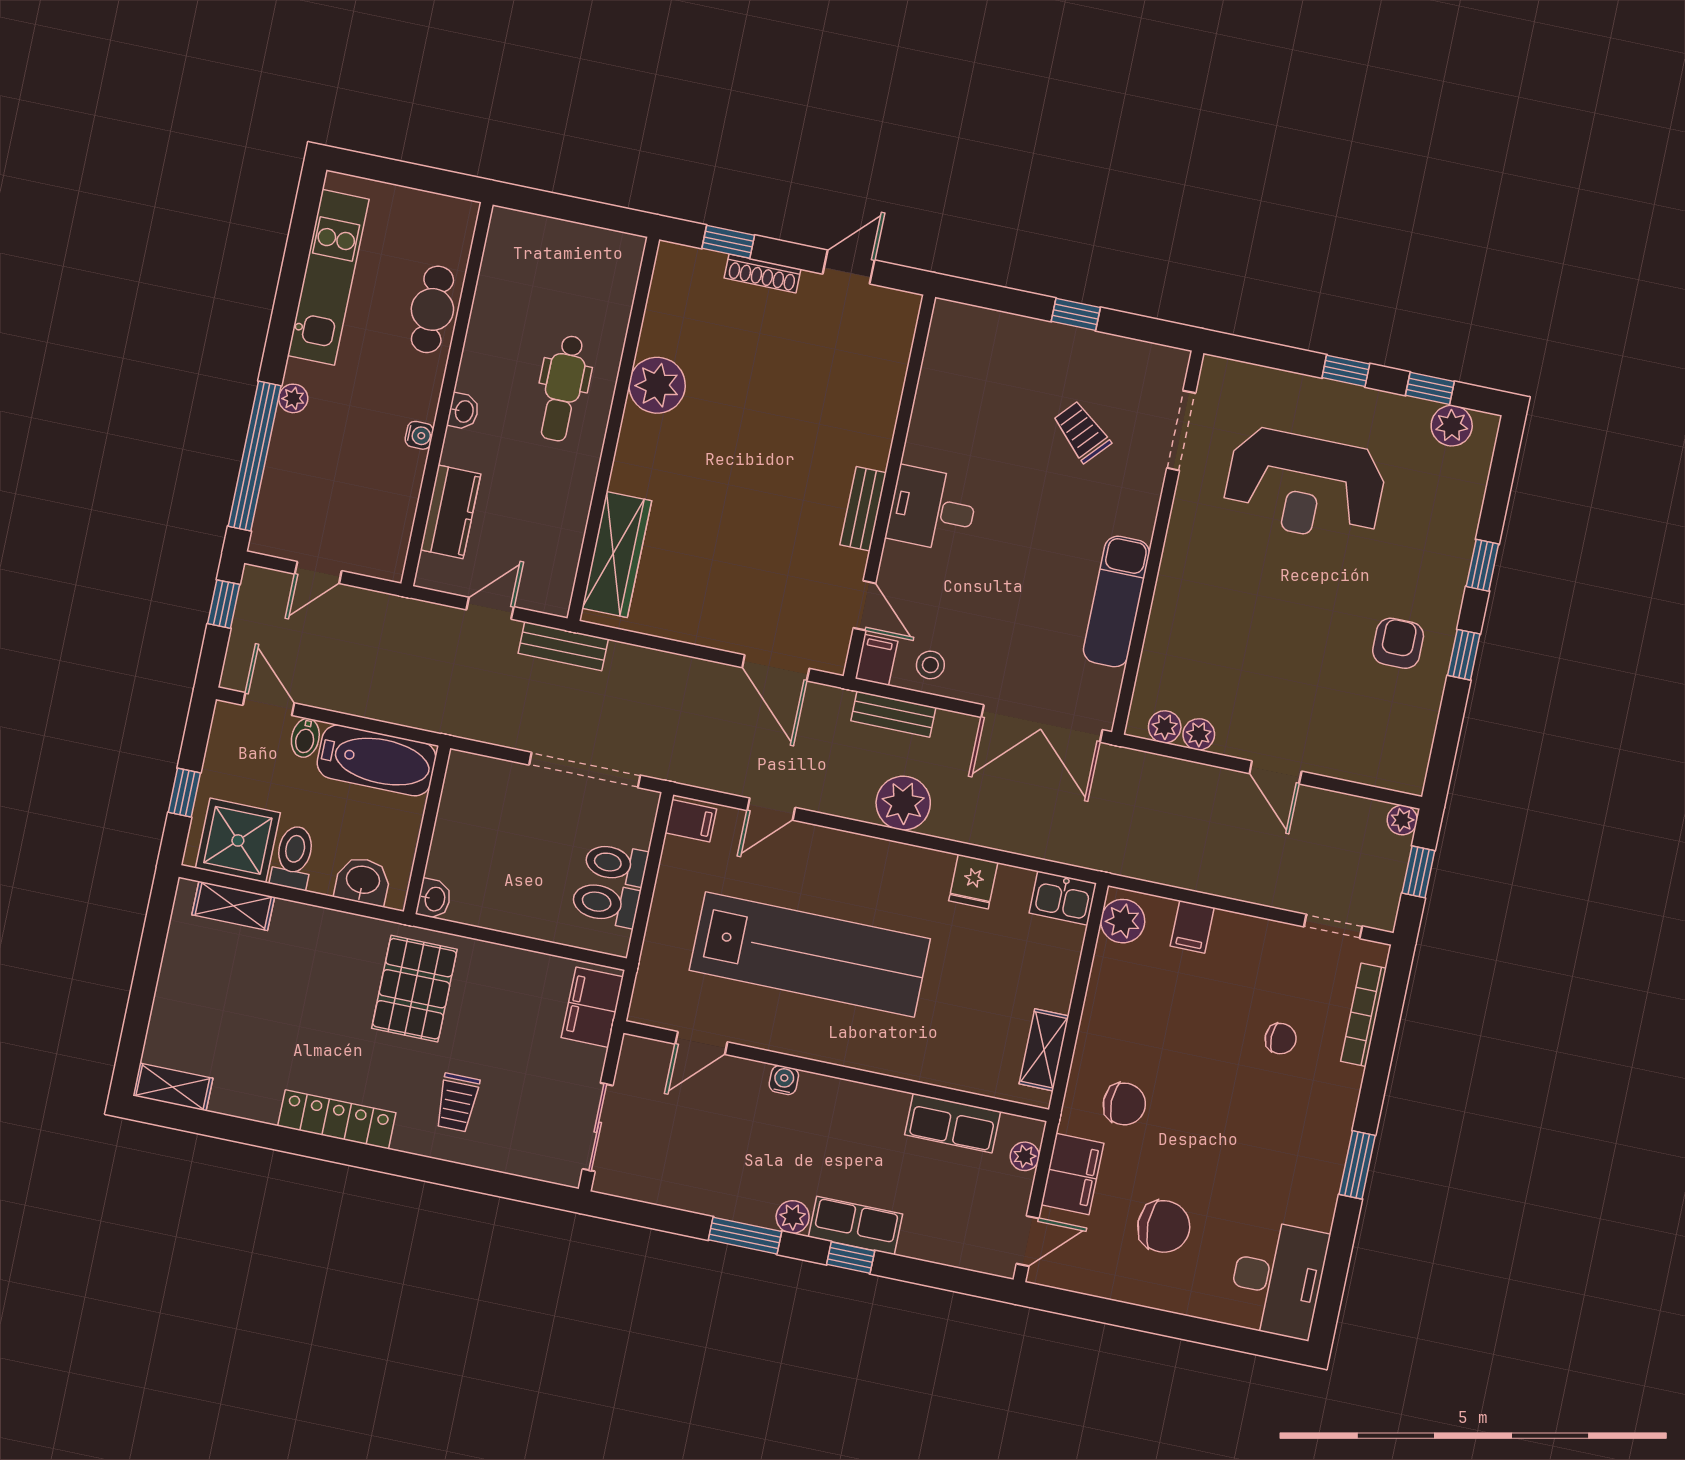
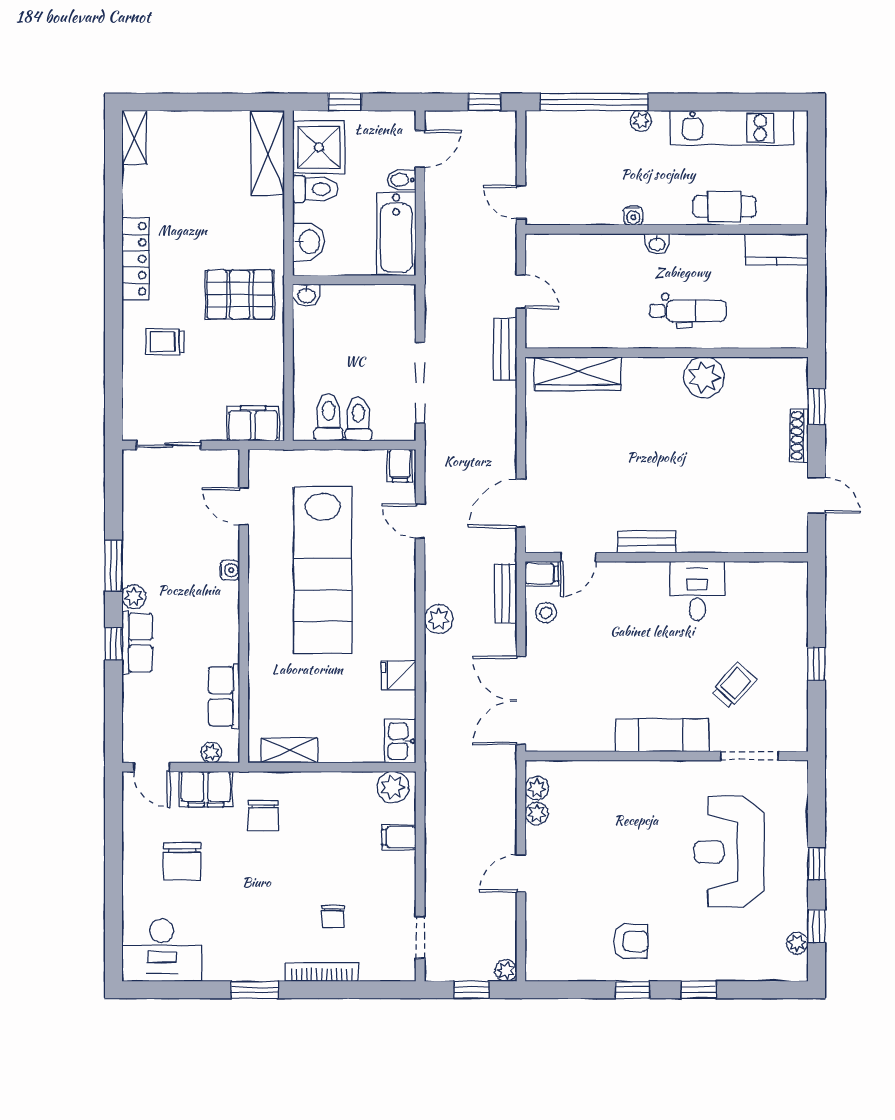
dental chair: (563, 388) -> (688, 311), turned 180
plant: (1452, 426) -> (797, 943), width x0.73, depth x0.73
desk: (932, 509) -> (697, 591), moved
kitchen counter: (451, 512) -> (776, 249), moved
door: (318, 572) -> (521, 202), moved
exam couch: (1116, 601) -> (662, 735), moved
plant: (903, 803) -> (439, 619), width x0.73, depth x0.73
shelving: (233, 906) -> (268, 154), width x1.50, depth x1.33
bookcase: (1364, 1015) -> (322, 972), moved

